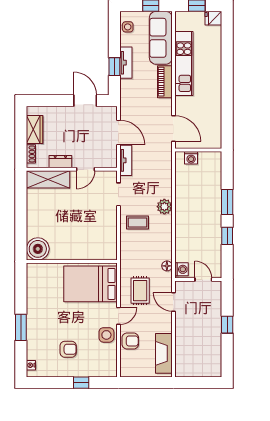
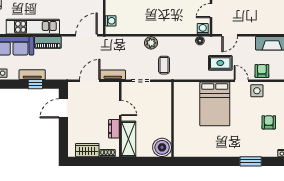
boiler: (38, 249) -> (162, 147), moved
wall: (72, 262) -> (172, 119), moved

